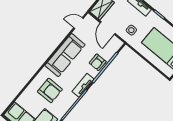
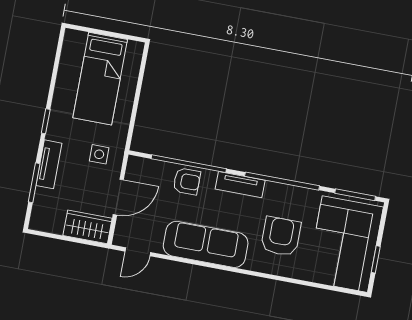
door: (78, 23) -> (138, 252), hinge flipped

